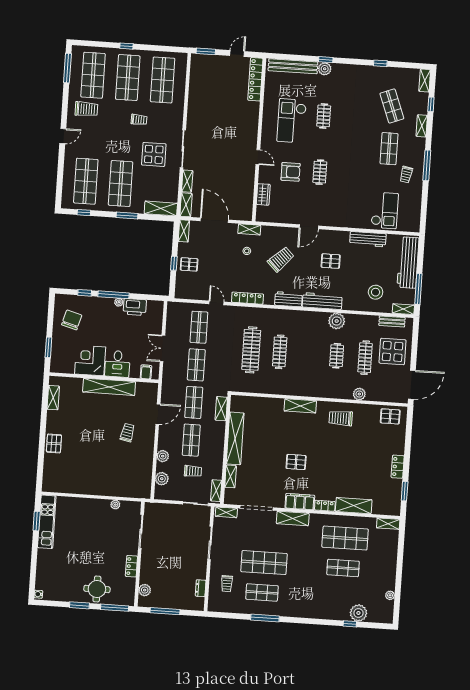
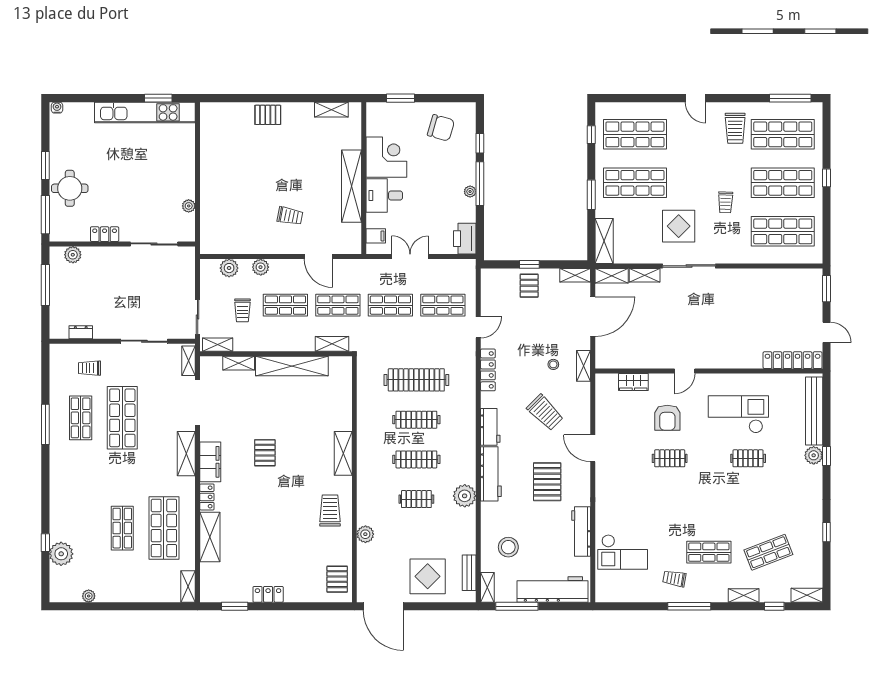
pallet: (331, 261) -> (547, 482), width x1.50, depth x1.42
printer: (135, 307) -> (465, 239), moved
clothes rail: (365, 358) -> (416, 459), moved
kitchen unit: (47, 522) -> (145, 112), width x1.36

